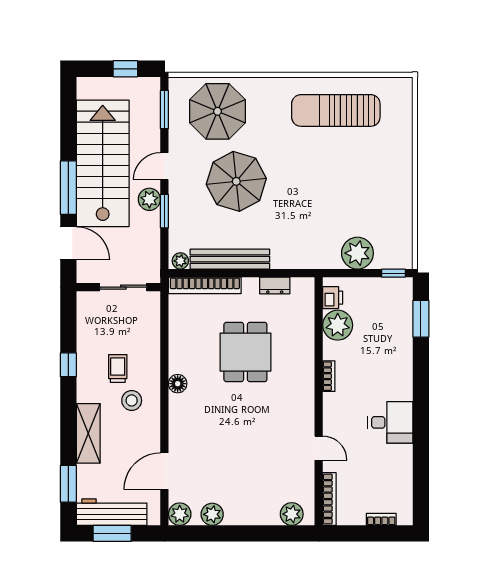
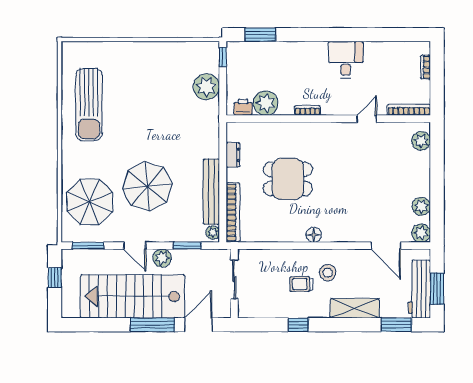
window: (164, 211) -> (187, 246), moved

